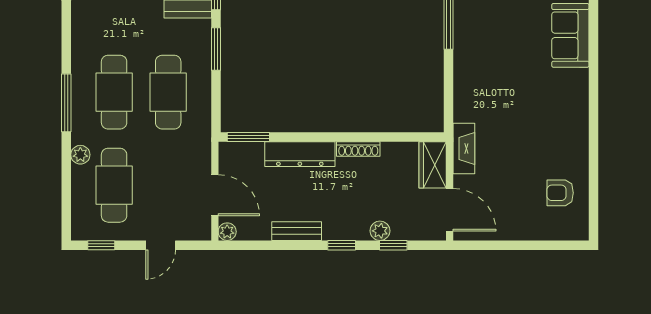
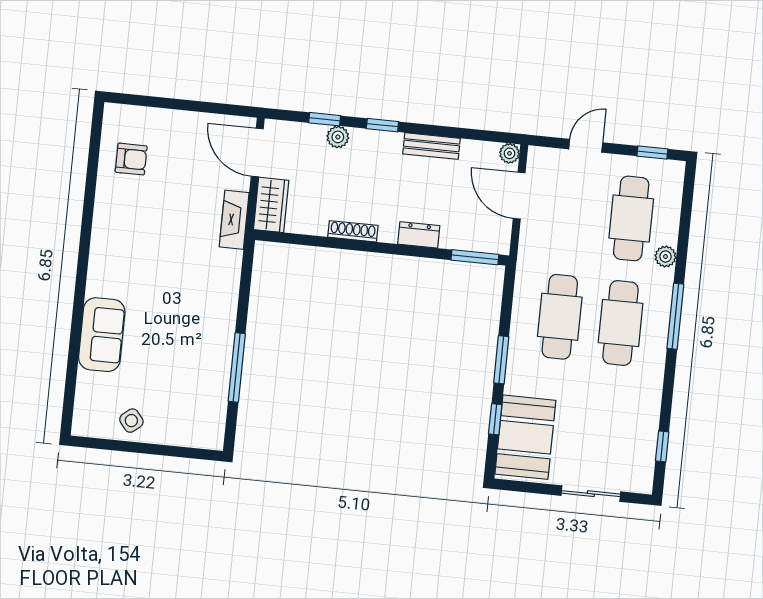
dresser: (300, 154) -> (419, 235), width x0.51, depth x0.80

